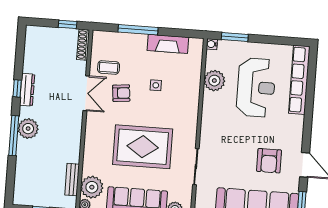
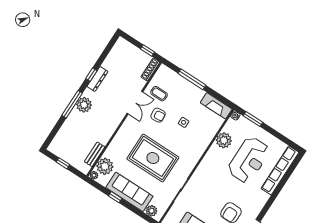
fireplace: (168, 44) -> (216, 106), moved

